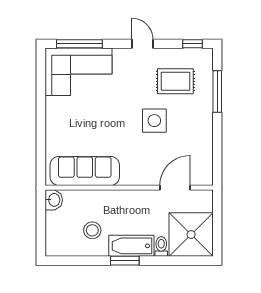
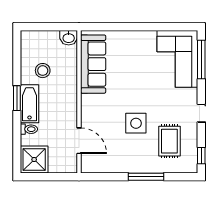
window: (217, 92) -> (146, 177), moved
shower: (191, 234) -> (34, 159), width x0.73, depth x0.73

